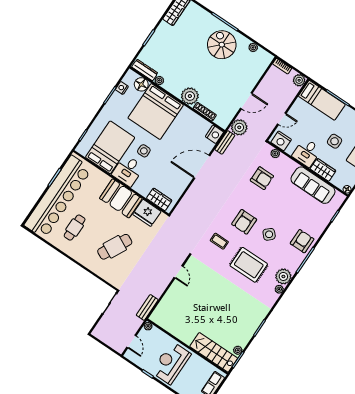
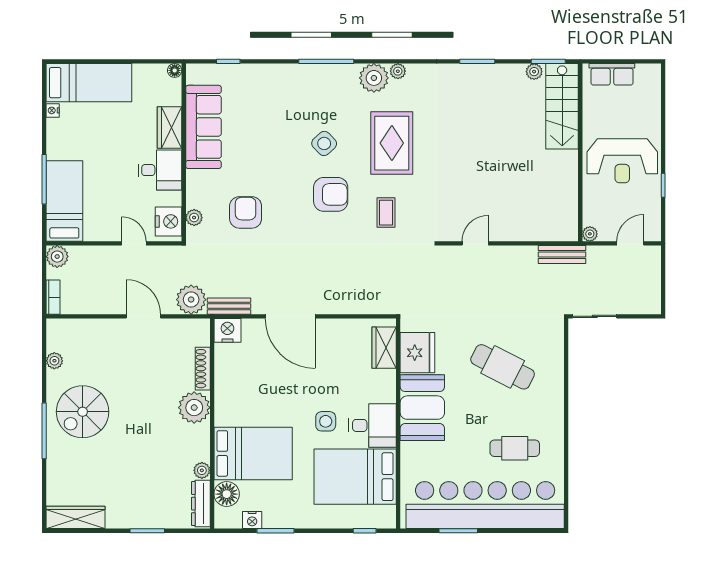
bed: (156, 111) -> (253, 453), width x0.73
side table: (335, 141) -> (114, 139), removed
armchair: (302, 241) -> (301, 86), removed

